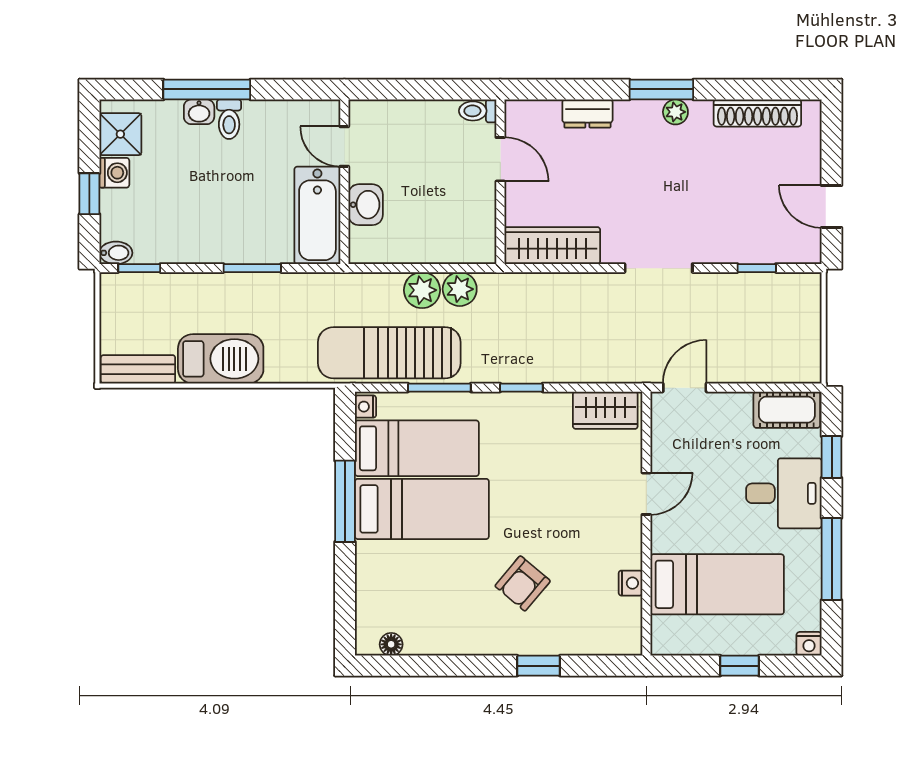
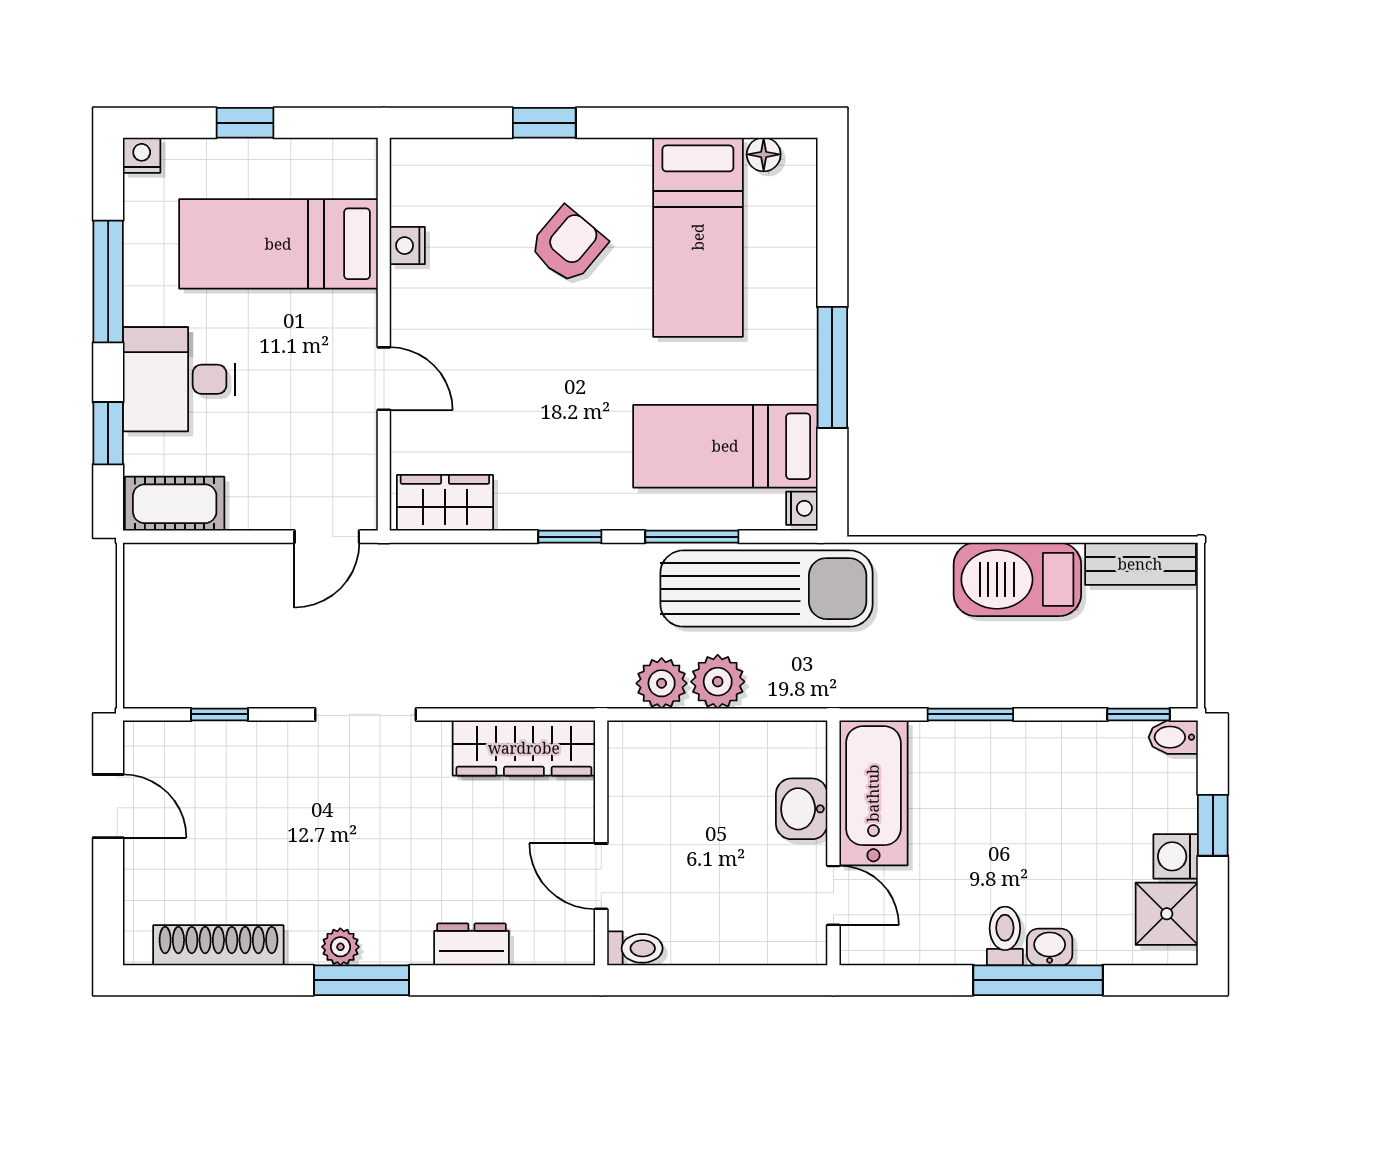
door: (646, 494) -> (384, 379), swing flipped
bed: (422, 509) -> (698, 237), moved, turned -90

